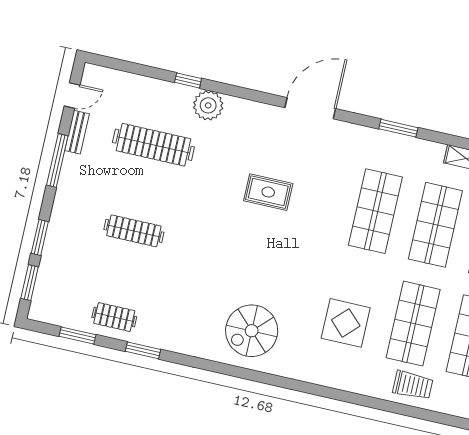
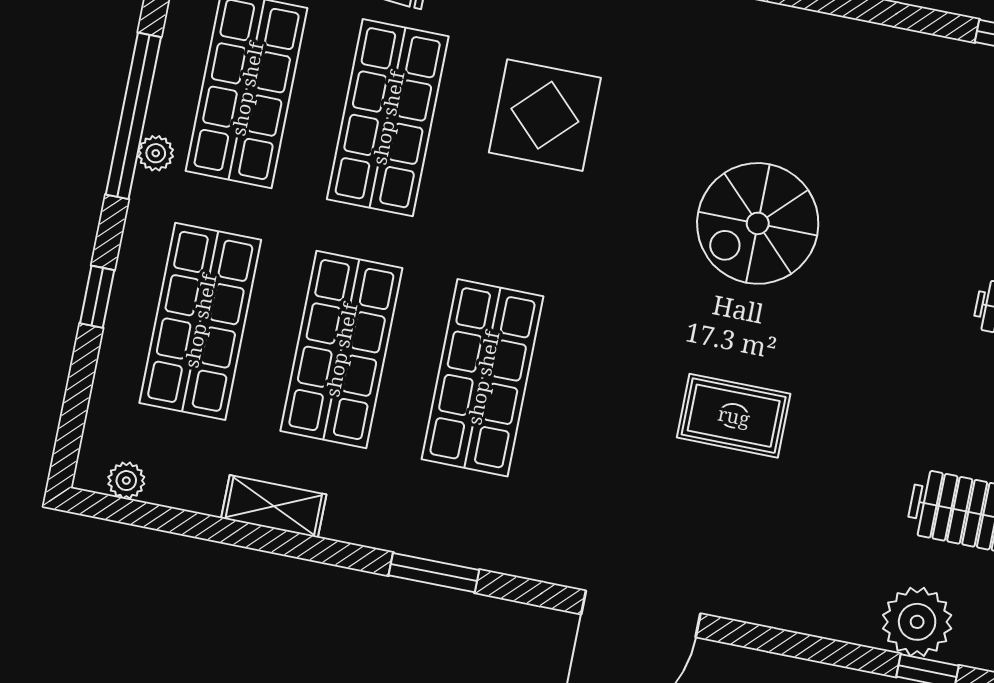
plant: (208, 105) -> (917, 622), moved
spiral stairs: (252, 331) -> (758, 223), moved, turned 180

